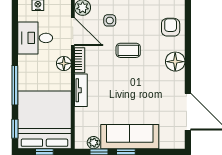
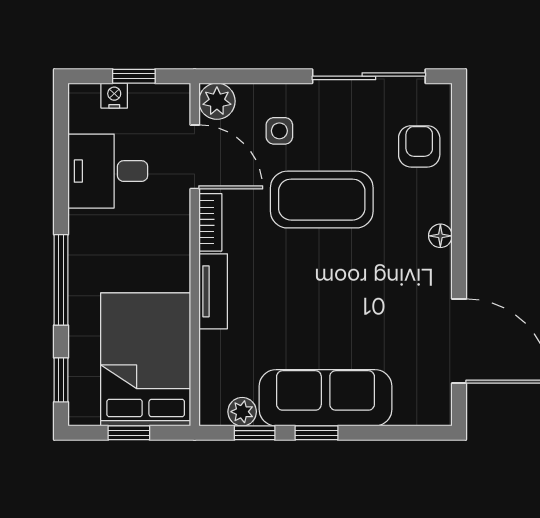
coffee table: (128, 50) -> (322, 200), width x1.86, depth x1.72
floor lamp: (175, 62) -> (440, 236), width x0.53, depth x0.53
floor lamp: (64, 63) -> (174, 230), removed
bed: (44, 120) -> (146, 359), width x0.73

